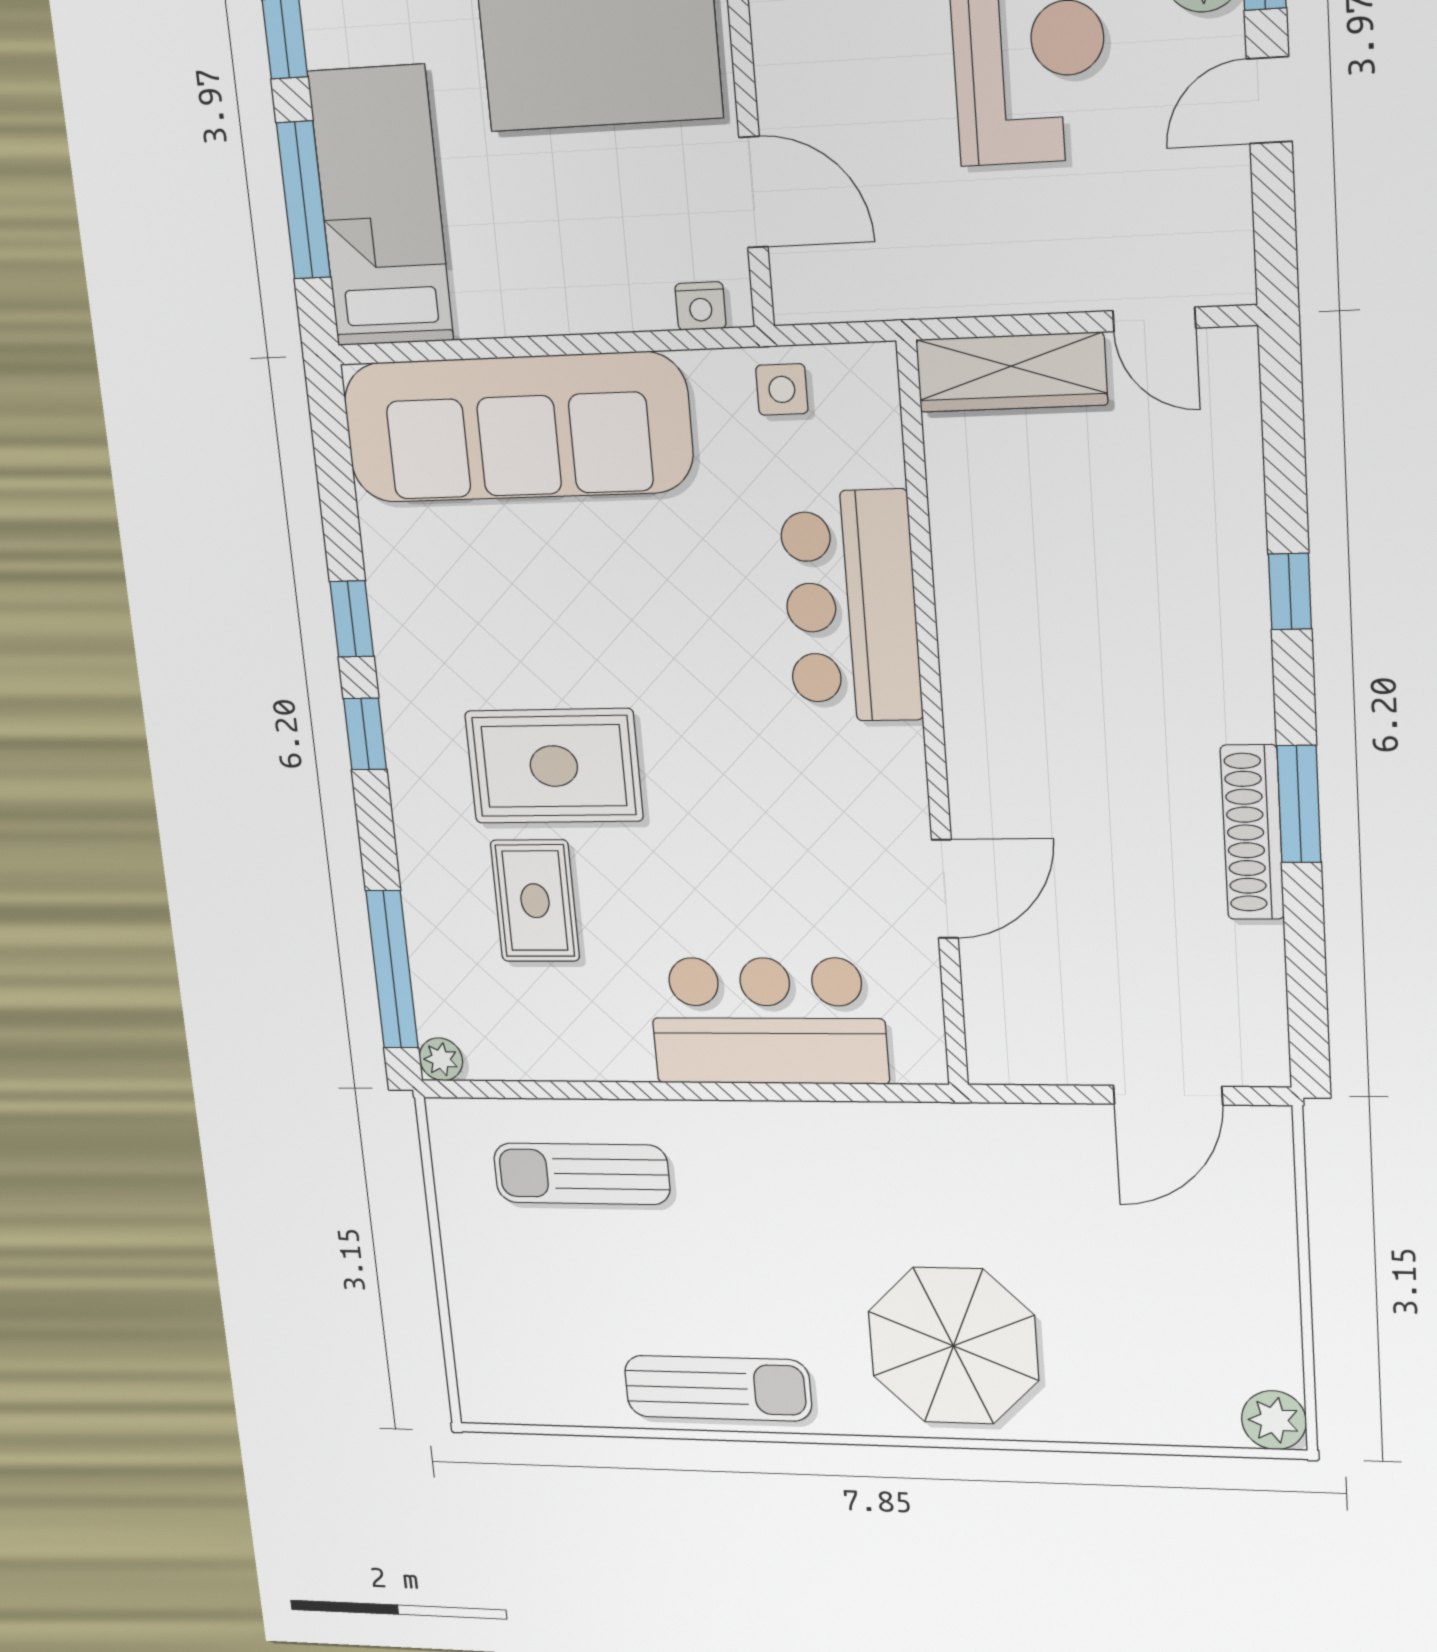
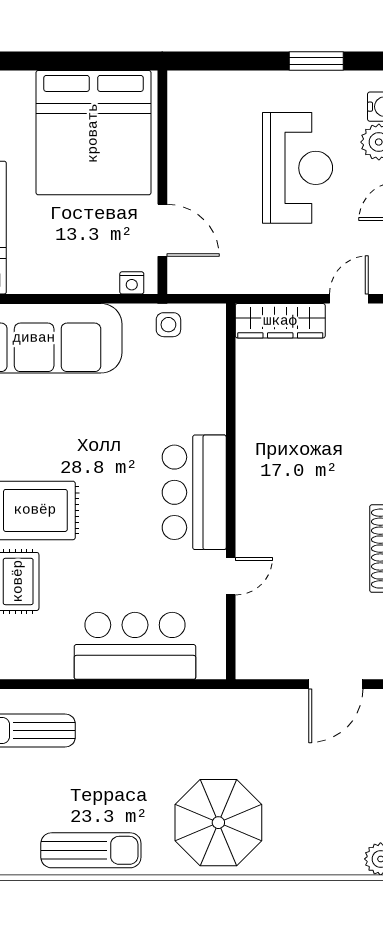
door: (1154, 319) -> (349, 299), swing flipped
bar counter: (851, 607) -> (194, 492), moved
door: (945, 889) -> (231, 576), width x0.73

